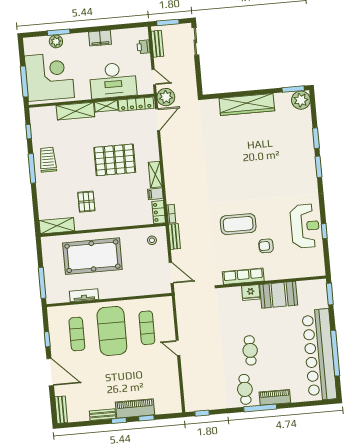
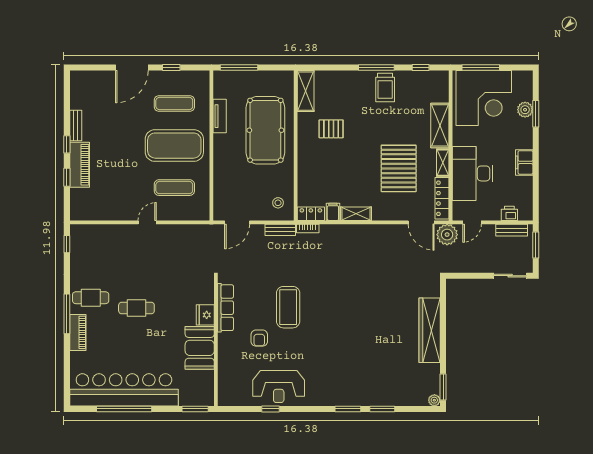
plant: (301, 100) -> (434, 400), width x0.53, depth x0.53
trolley: (48, 160) -> (385, 87), turned 90
pallet: (115, 160) -> (399, 168), moved
armchair: (266, 246) -> (259, 338), turned 180
bench: (61, 410) -> (86, 77), removed

